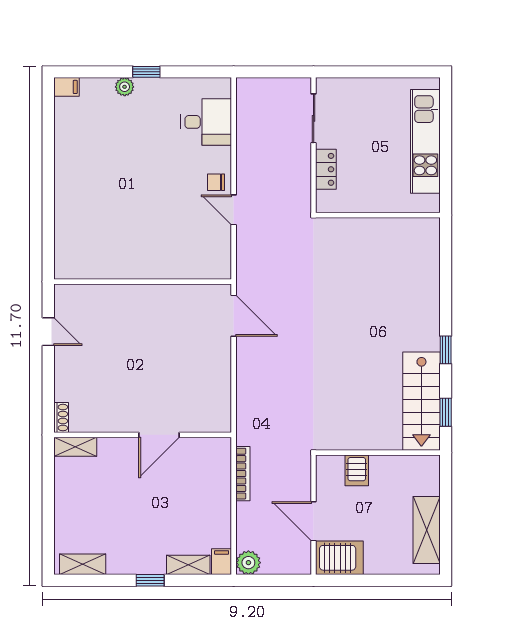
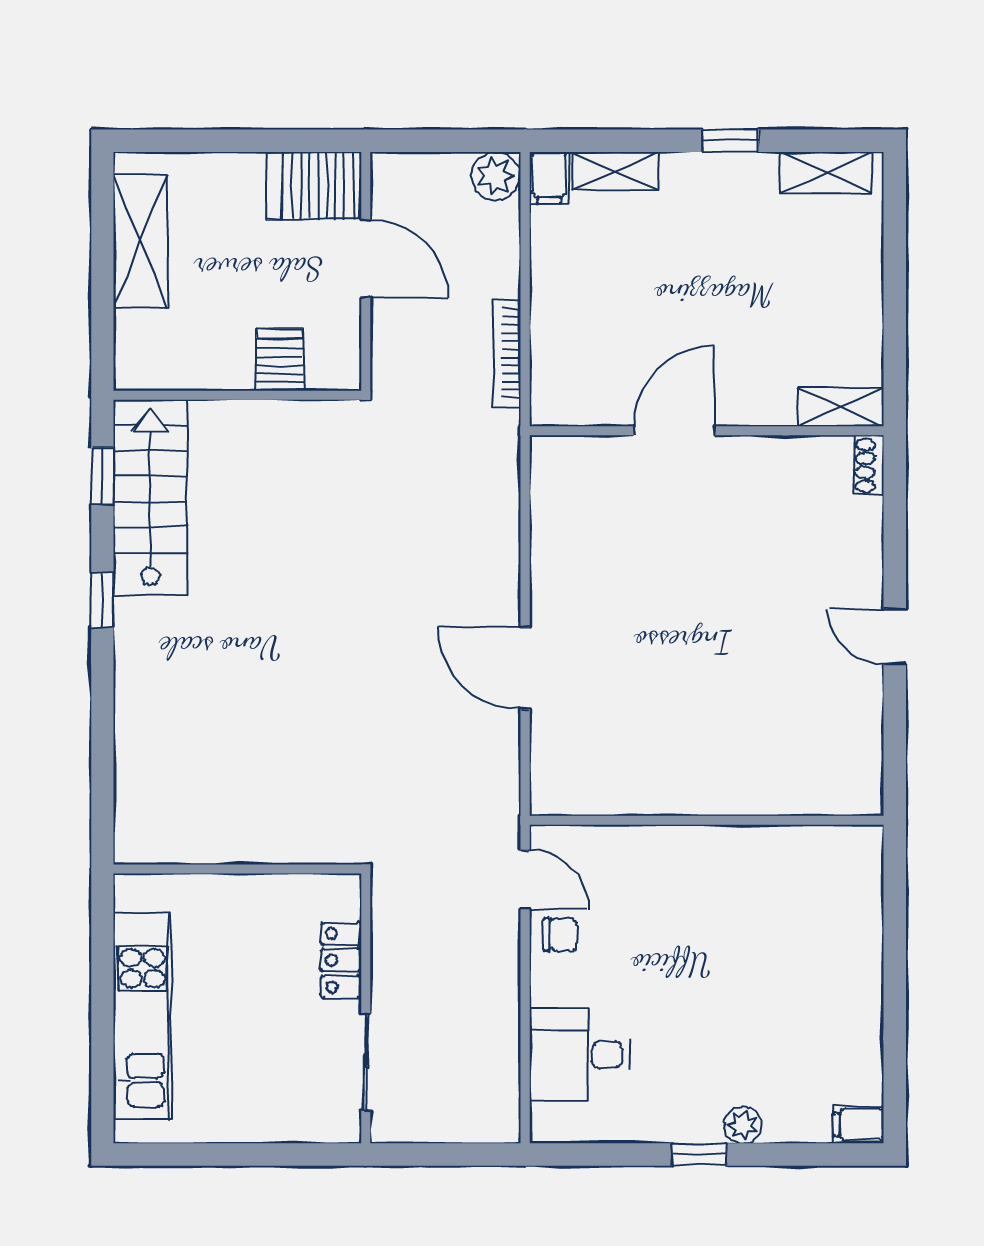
wall: (143, 282) -> (707, 820), moved
window: (150, 580) -> (730, 141), moved

